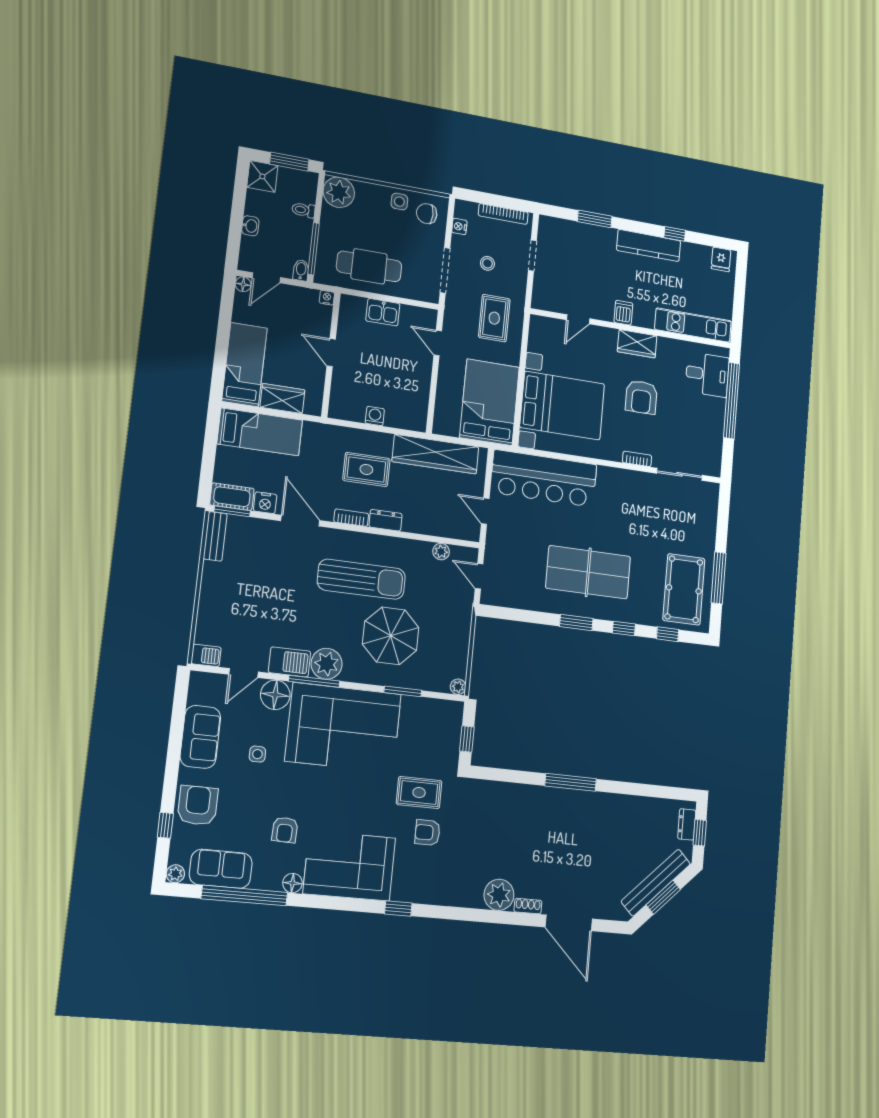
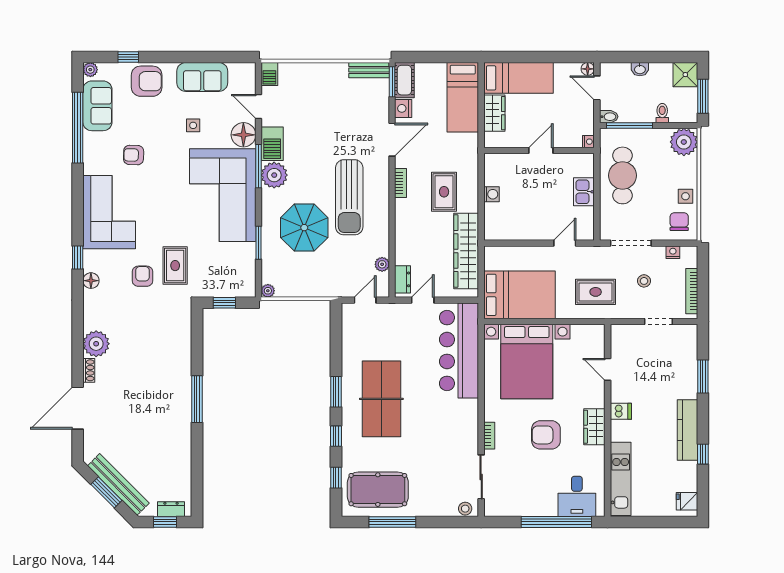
stool: (711, 496) -> (465, 509), added
dresser: (385, 520) -> (403, 279), moved
floor lamp: (292, 883) -> (91, 281), moved

